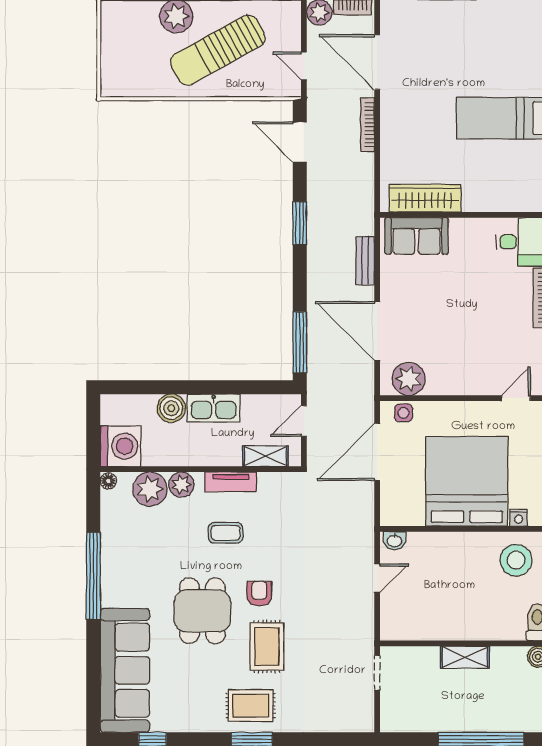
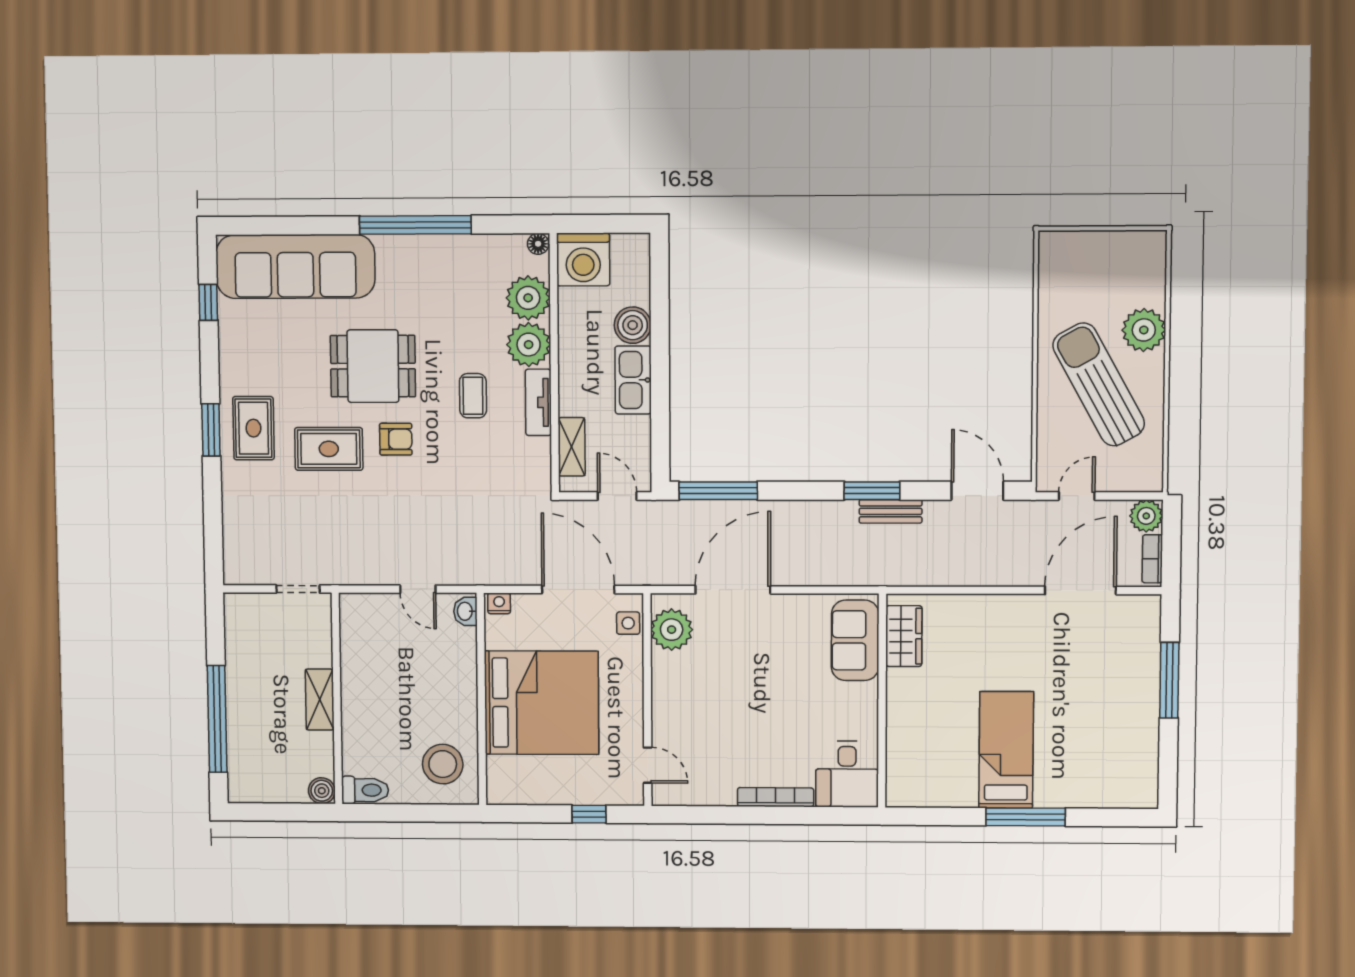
bookcase: (367, 125) -> (999, 578), removed
door: (300, 142) -> (977, 491), hinge flipped
wardrobe: (425, 198) -> (904, 636), width x0.67
bench: (365, 261) -> (891, 511), moved
plant: (181, 485) -> (529, 345), width x1.36, depth x1.36
nightstand: (519, 518) -> (499, 603), moved, turned 90

